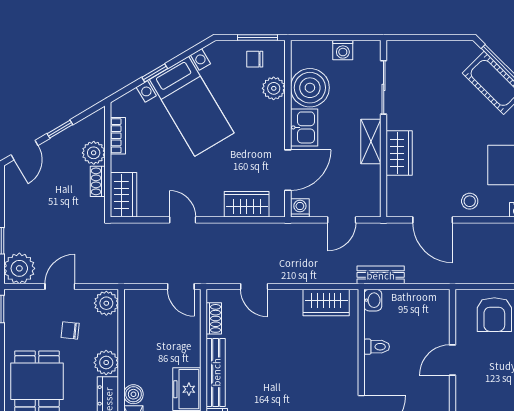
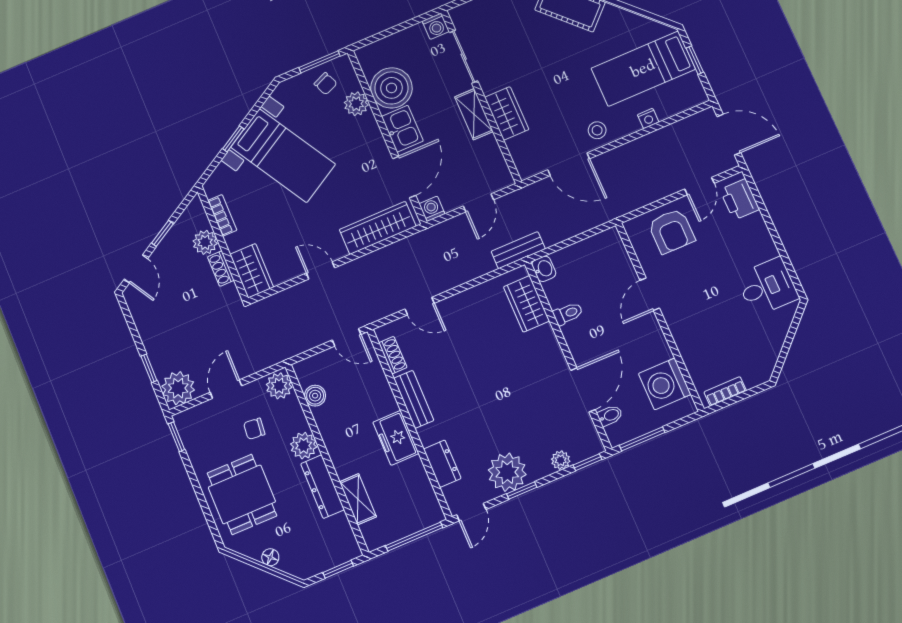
washing machine: (343, 50) -> (436, 26), moved
chair: (255, 59) -> (326, 84), turned -113
wardrobe: (247, 204) -> (378, 228), width x1.50
bench: (381, 275) -> (518, 250), moved
wardrobe: (326, 303) -> (527, 304), moved, turned 90
bench: (216, 372) -> (414, 399), width x0.73
boiler: (133, 394) -> (315, 396), moved

